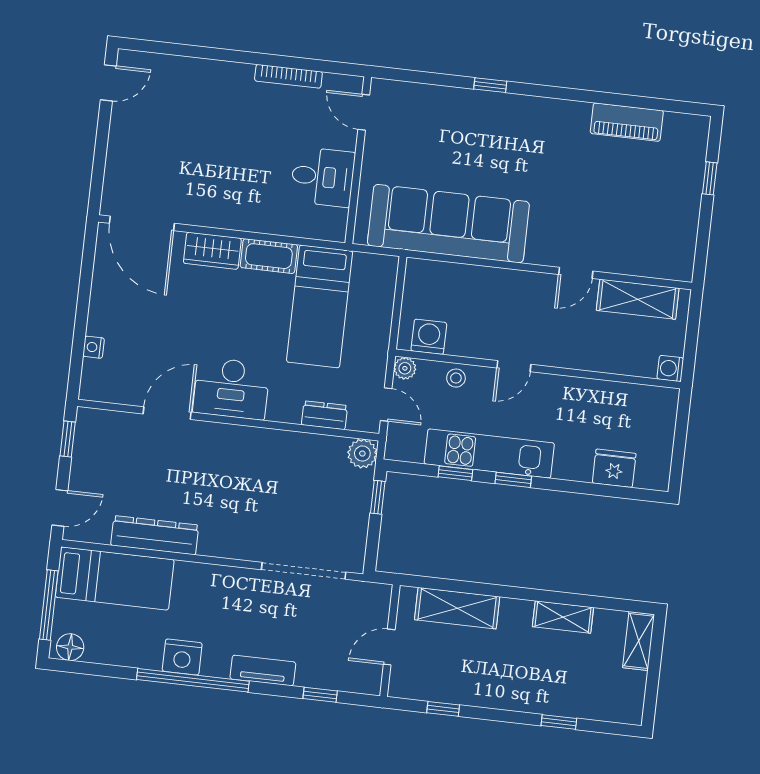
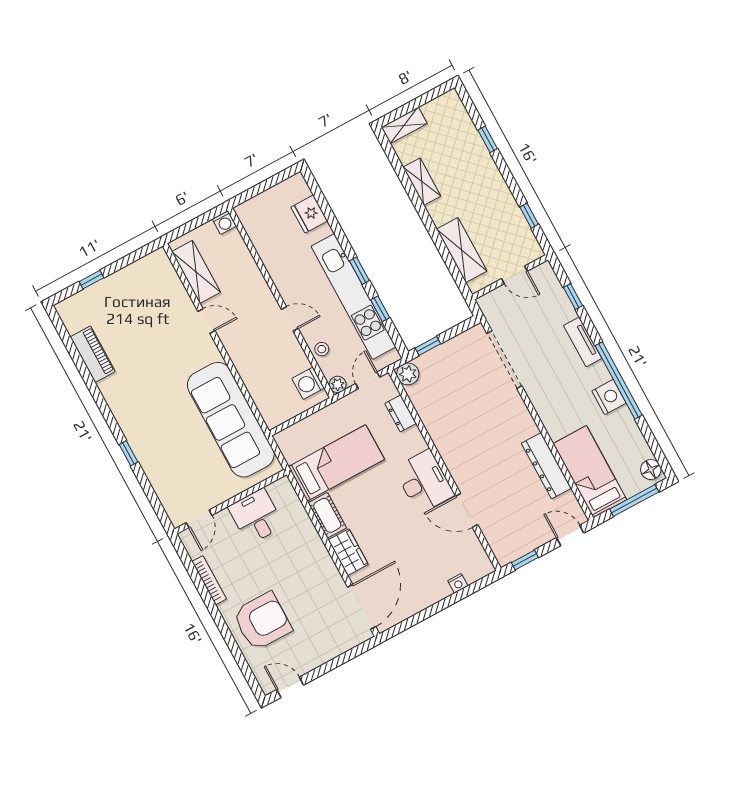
armchair: (202, 103) -> (262, 621), added
kitchen unit: (489, 453) -> (354, 297), width x1.36

